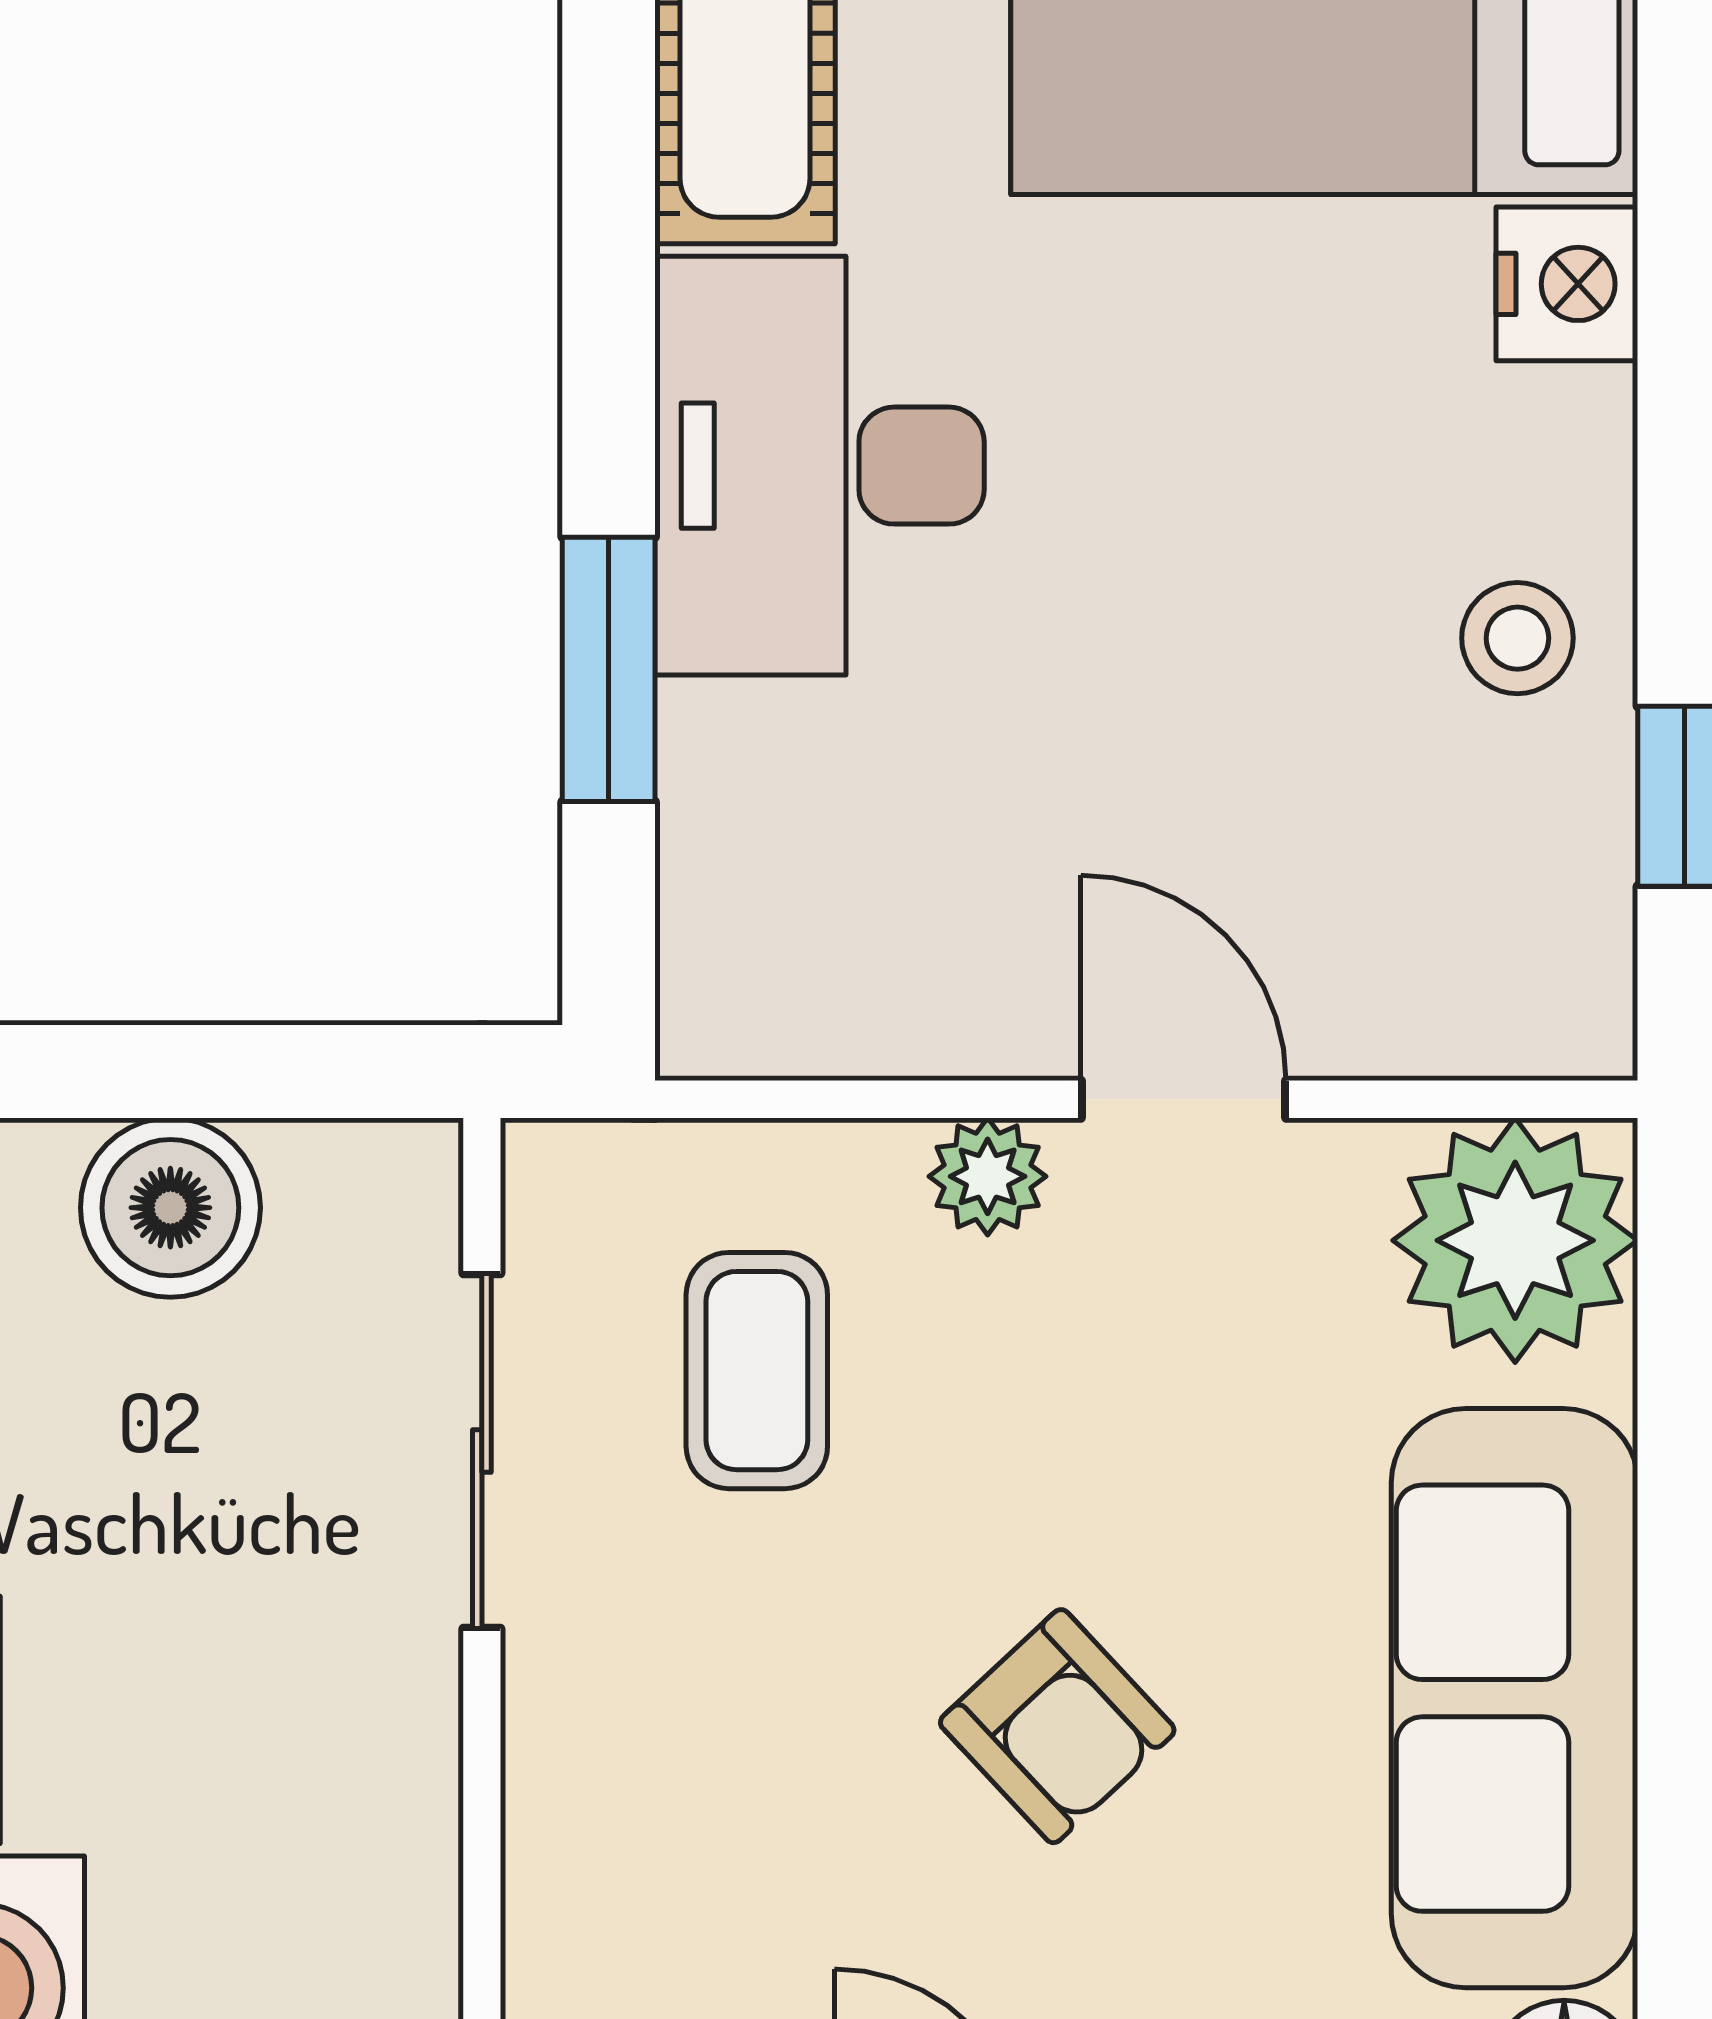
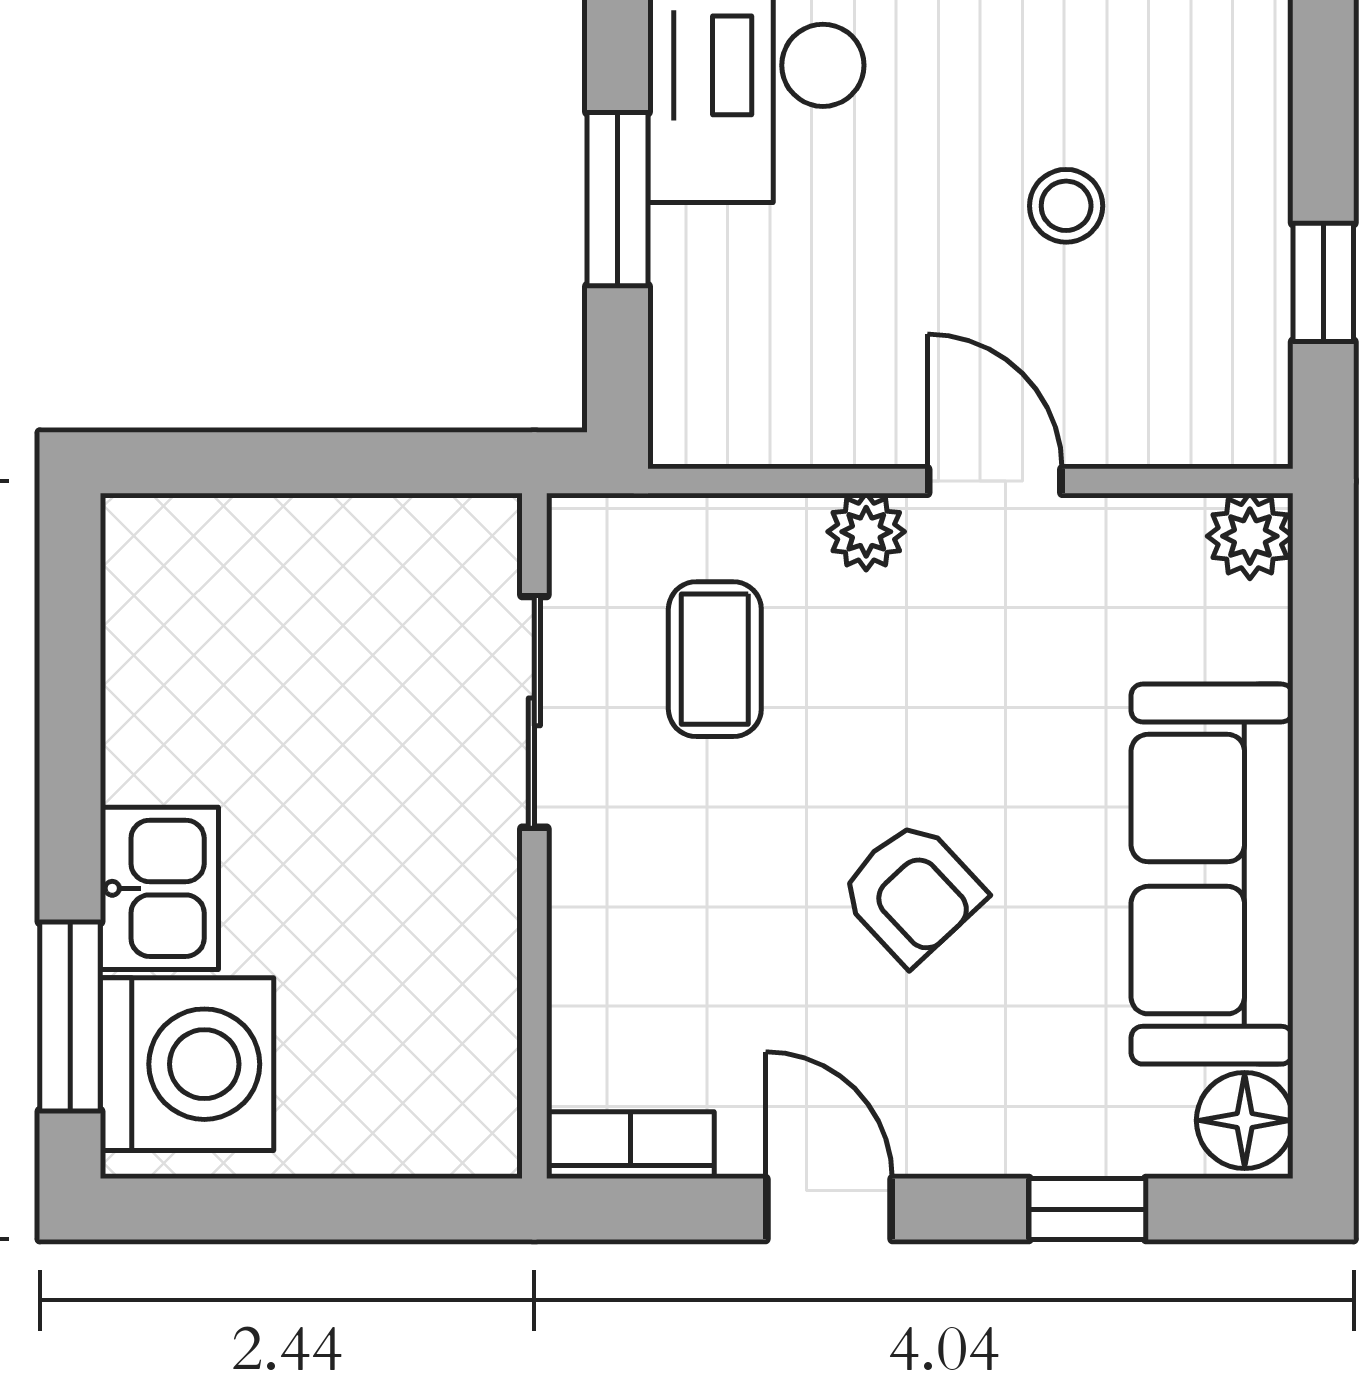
stool: (1517, 638) -> (1066, 206), moved
boiler: (170, 1208) -> (330, 552), removed
plant: (1515, 1240) -> (1250, 536), width x0.53, depth x0.53

